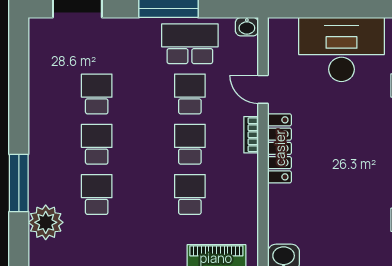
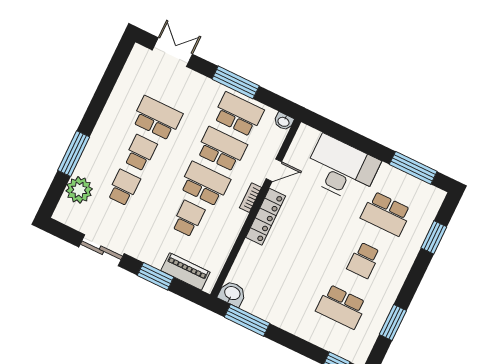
door: (263, 89) -> (274, 170), swing flipped
school desk: (97, 94) -> (157, 118), width x1.85
school desk: (190, 94) -> (222, 149), width x1.85
school desk: (190, 144) -> (205, 184), width x1.85

